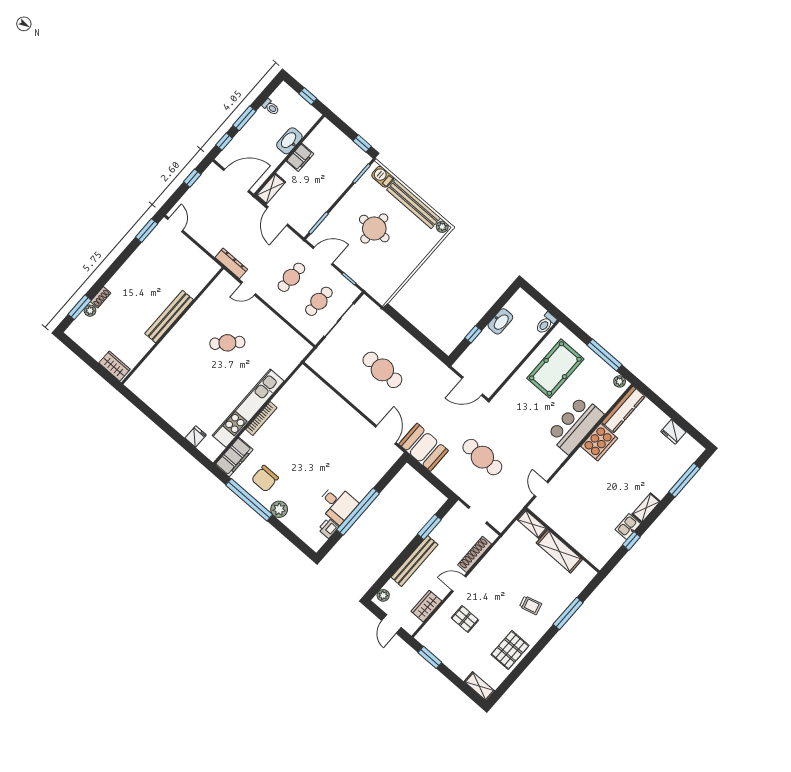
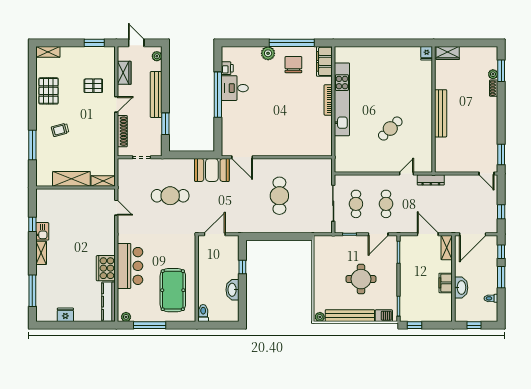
cafe table: (382, 370) -> (279, 196), turned 90
fridge: (196, 436) -> (427, 53), moved

